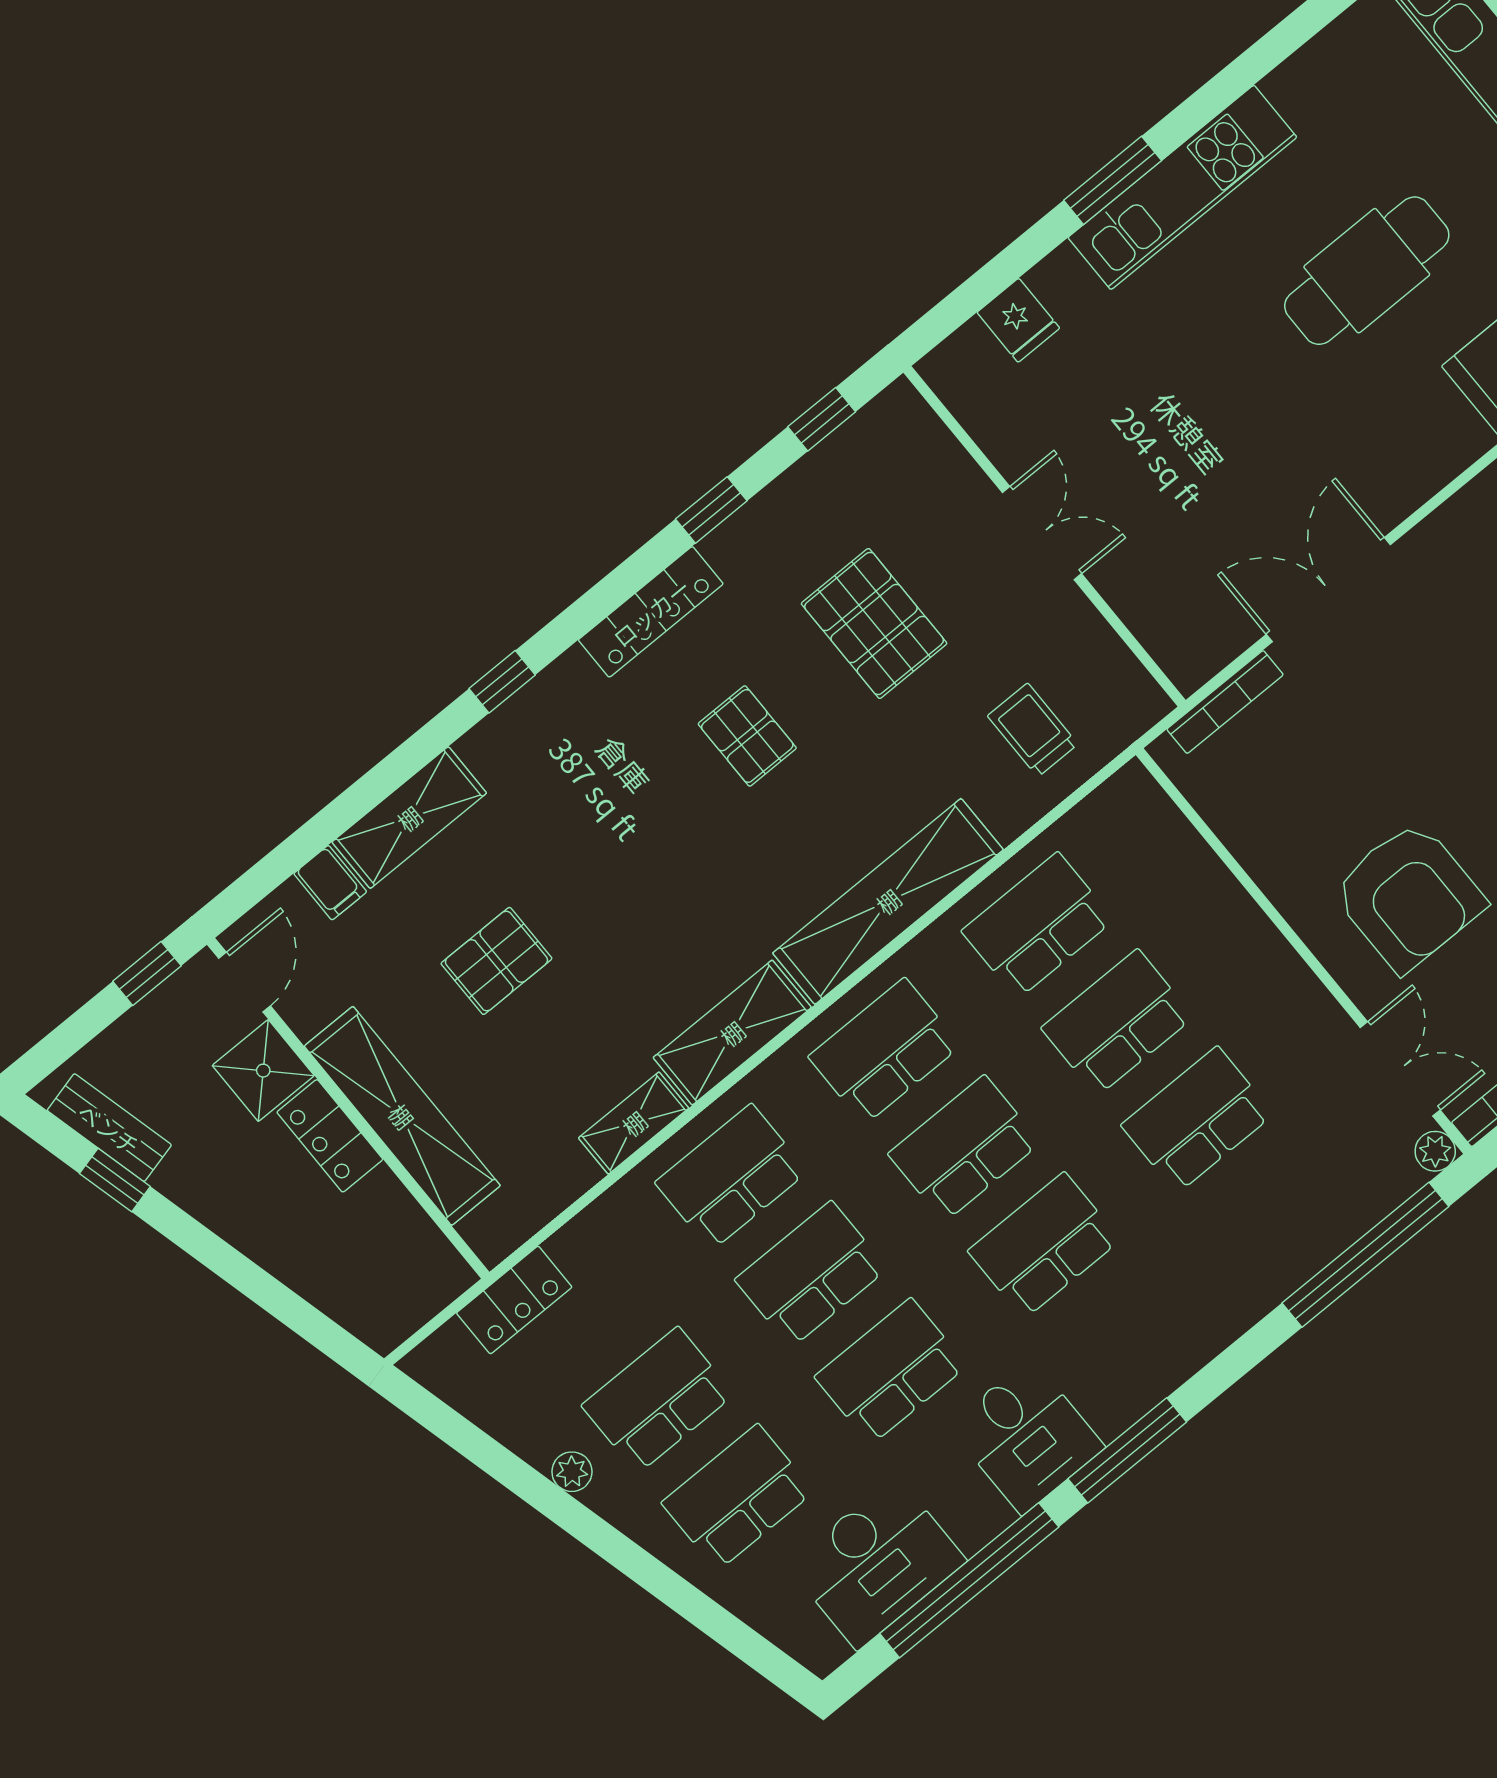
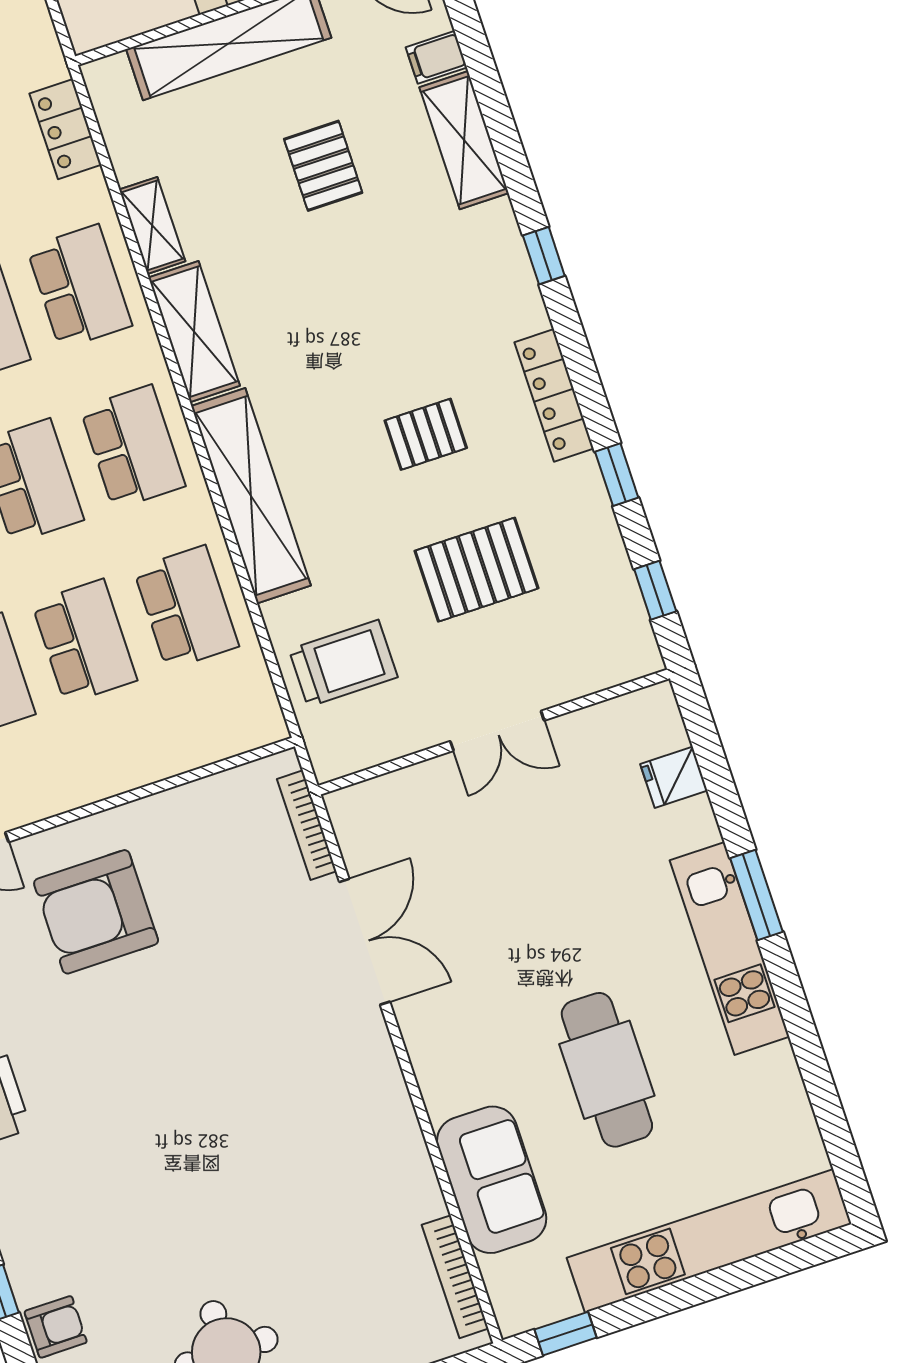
trolley: (1033, 730) -> (343, 663), width x1.36, depth x1.39
locker: (514, 1300) -> (65, 129), moved

